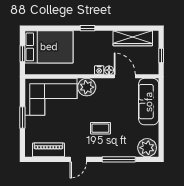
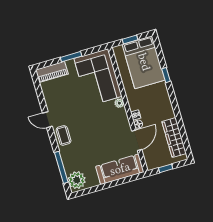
window: (88, 28) -> (166, 75), moved
plant: (87, 87) -> (119, 103), width x0.53, depth x0.53
coffee table: (100, 128) -> (64, 135), moved
piano: (48, 150) -> (52, 72), moved, turned 90
window: (119, 159) -> (61, 167), moved

